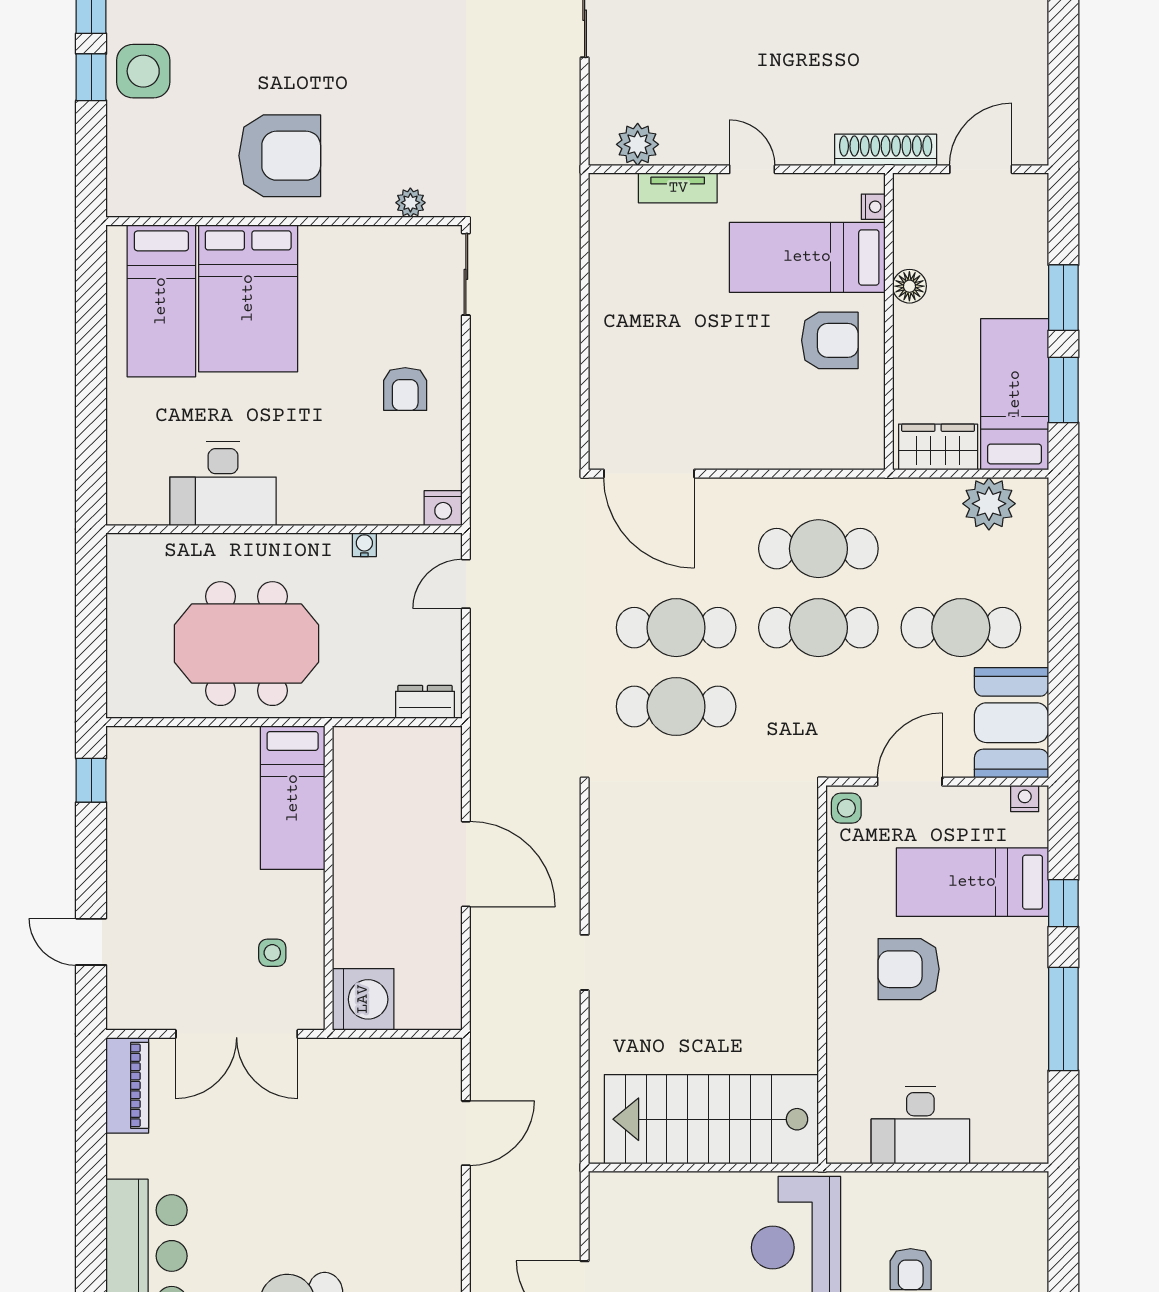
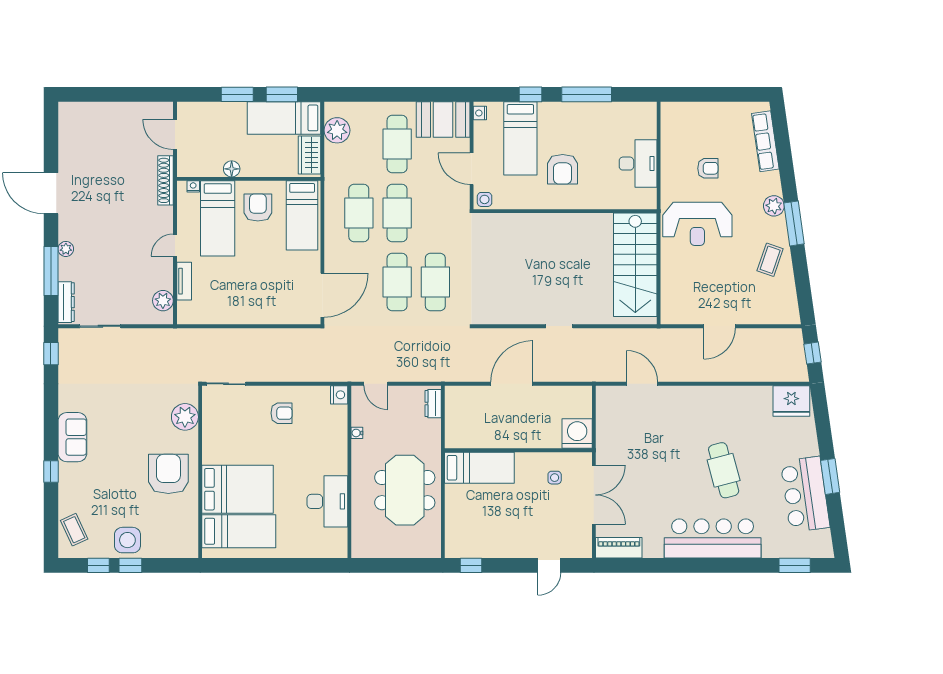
plant: (410, 203) -> (185, 417), width x1.88, depth x1.88
bed: (814, 432) -> (302, 215), added

